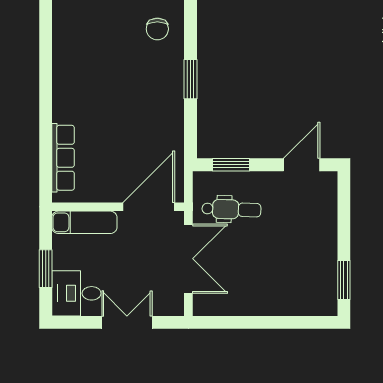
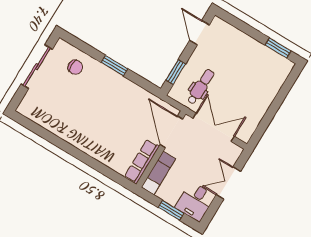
row of seats: (63, 158) -> (142, 162), moved, turned -90

